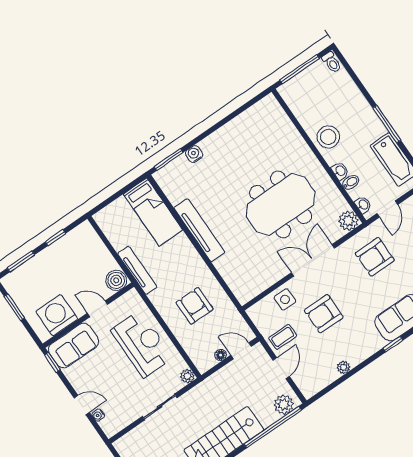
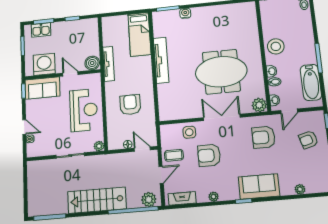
kitchen sink: (25, 274) -> (41, 30), added
plant: (344, 367) -> (214, 197), moved
fireplace: (321, 381) -> (182, 198), added

